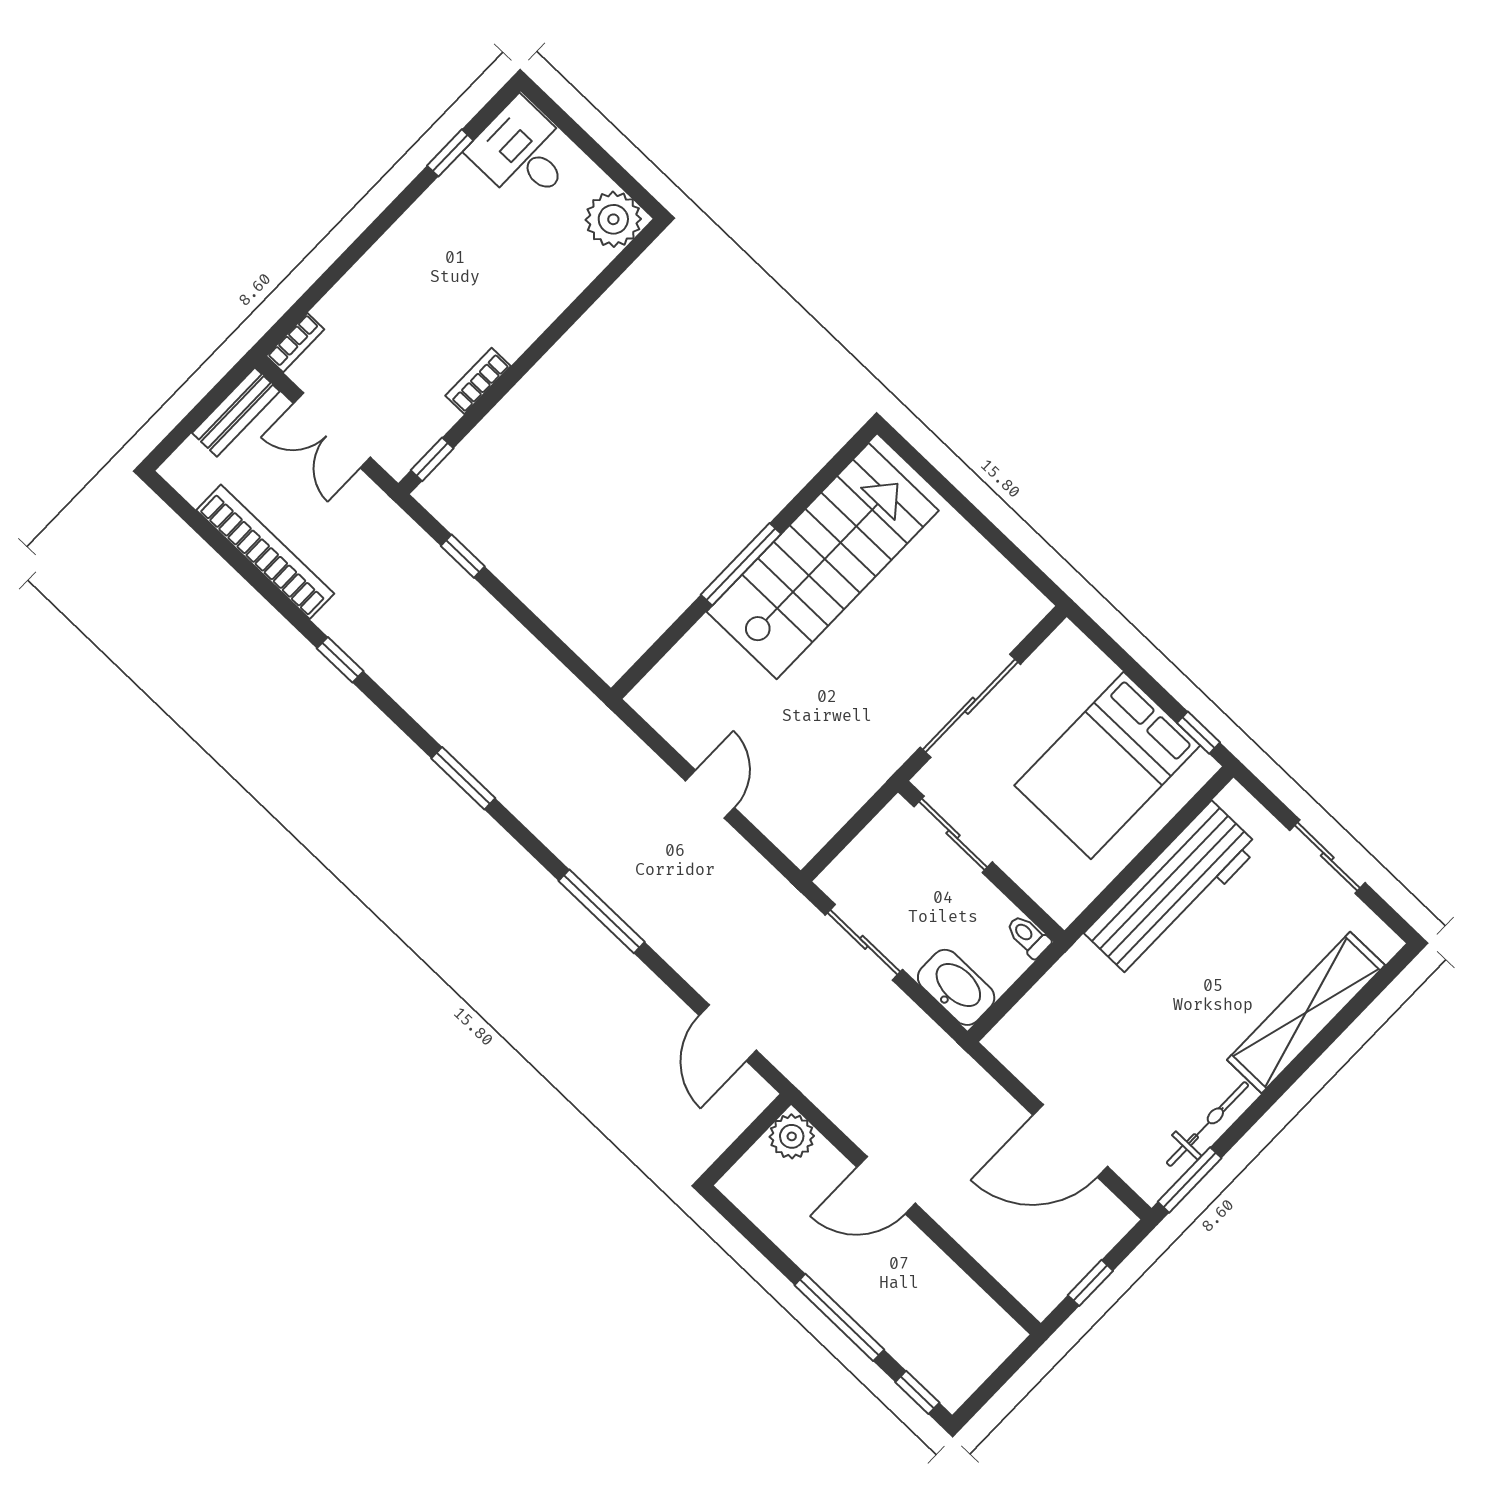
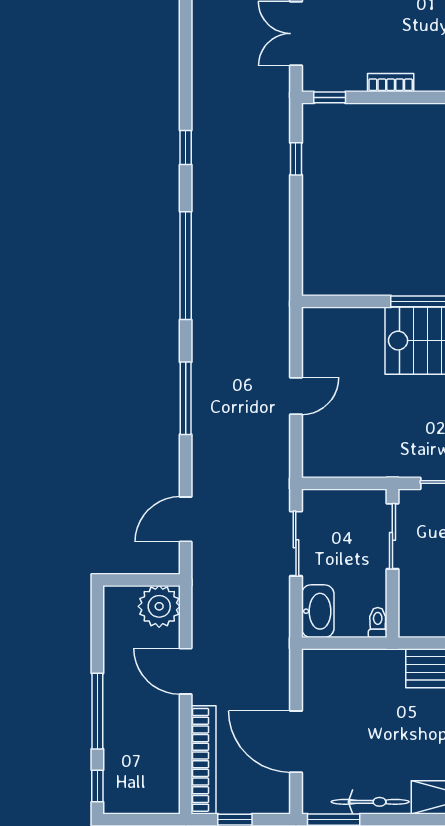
bookcase: (265, 552) -> (204, 760), moved
window: (463, 778) -> (186, 266), width x2.11
plant: (792, 1136) -> (159, 606), width x1.36, depth x1.36

